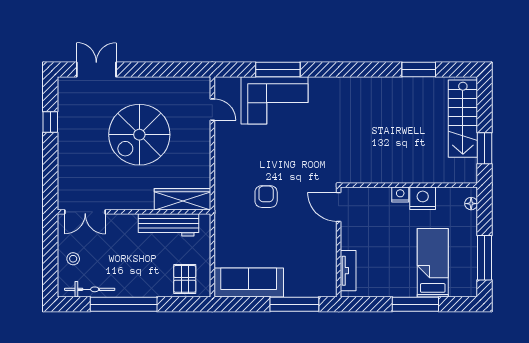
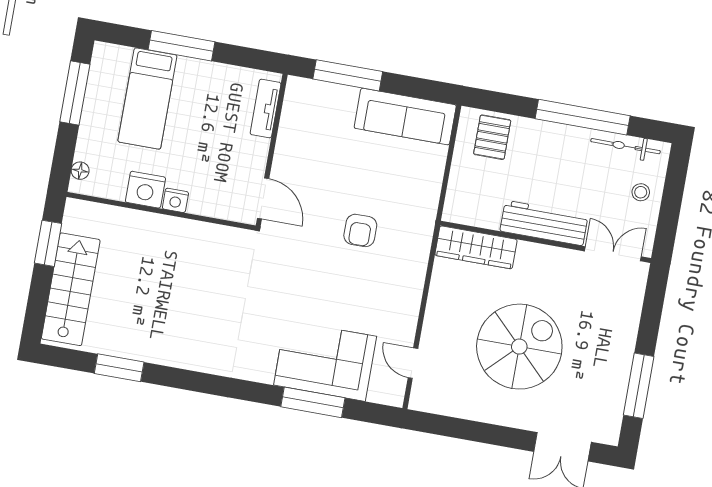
window: (50, 122) -> (639, 386), width x2.17
workbench: (169, 225) -> (544, 223), moved

